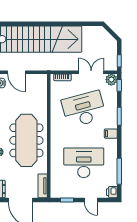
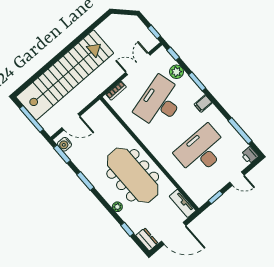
plant: (111, 80) -> (176, 72), moved

